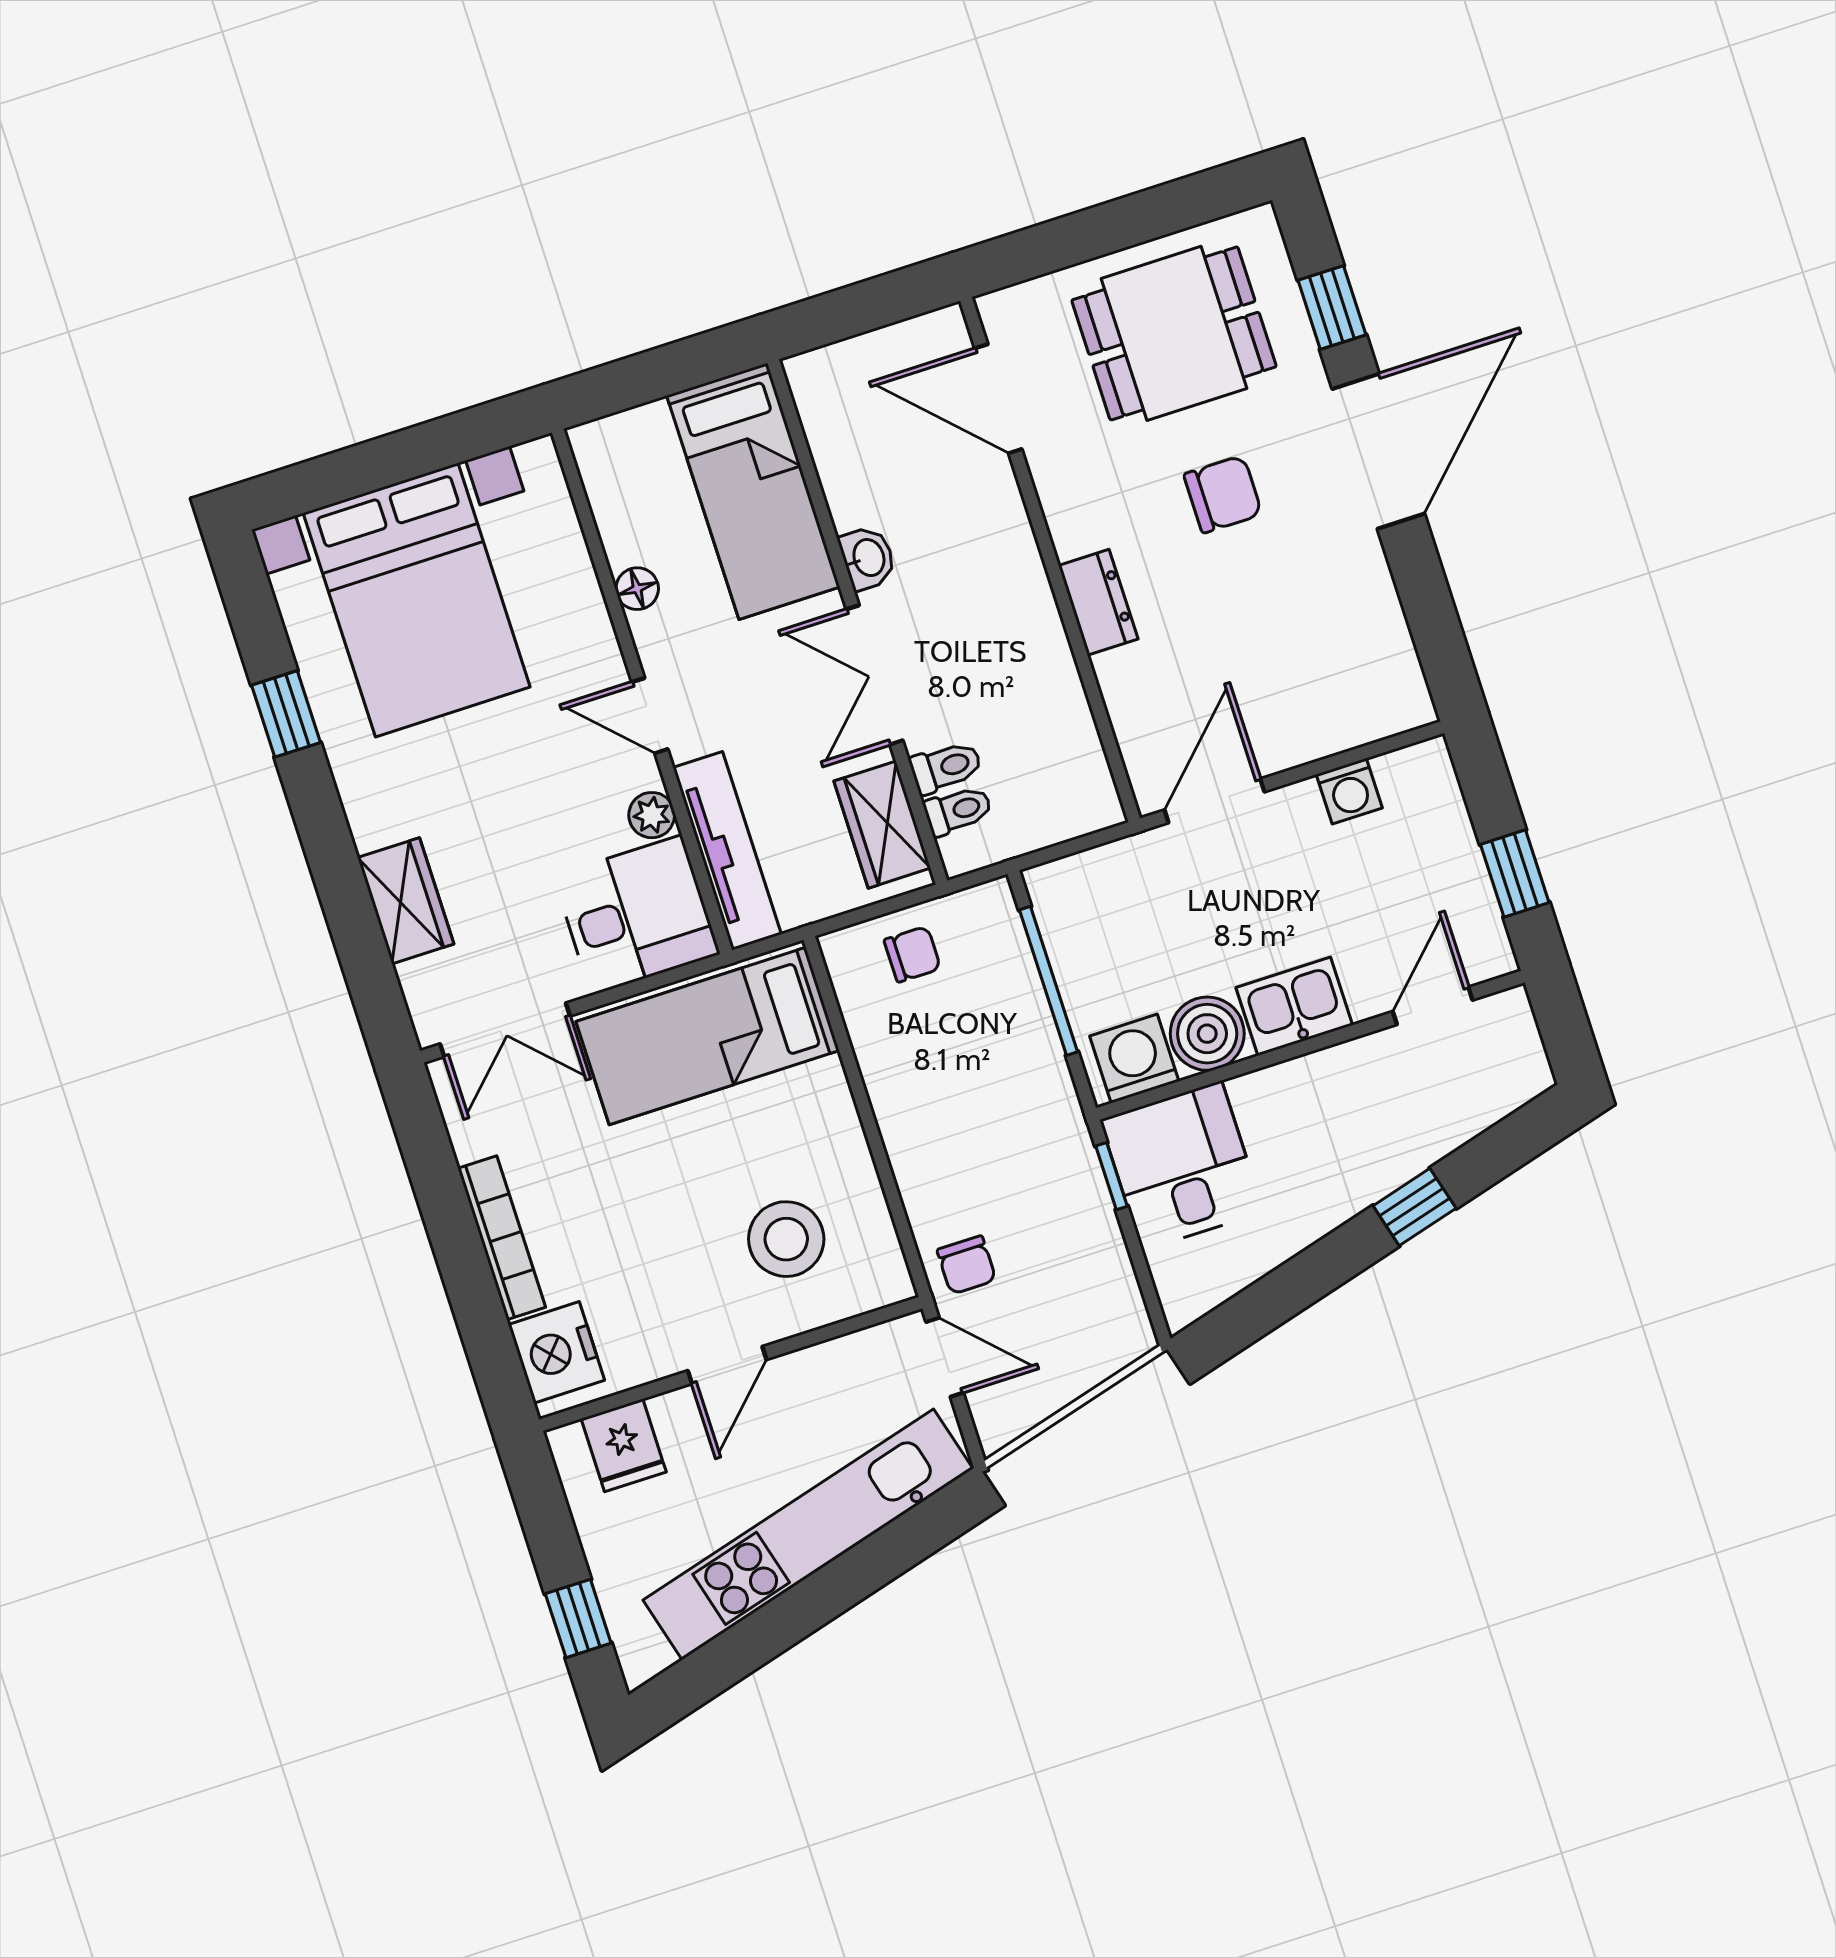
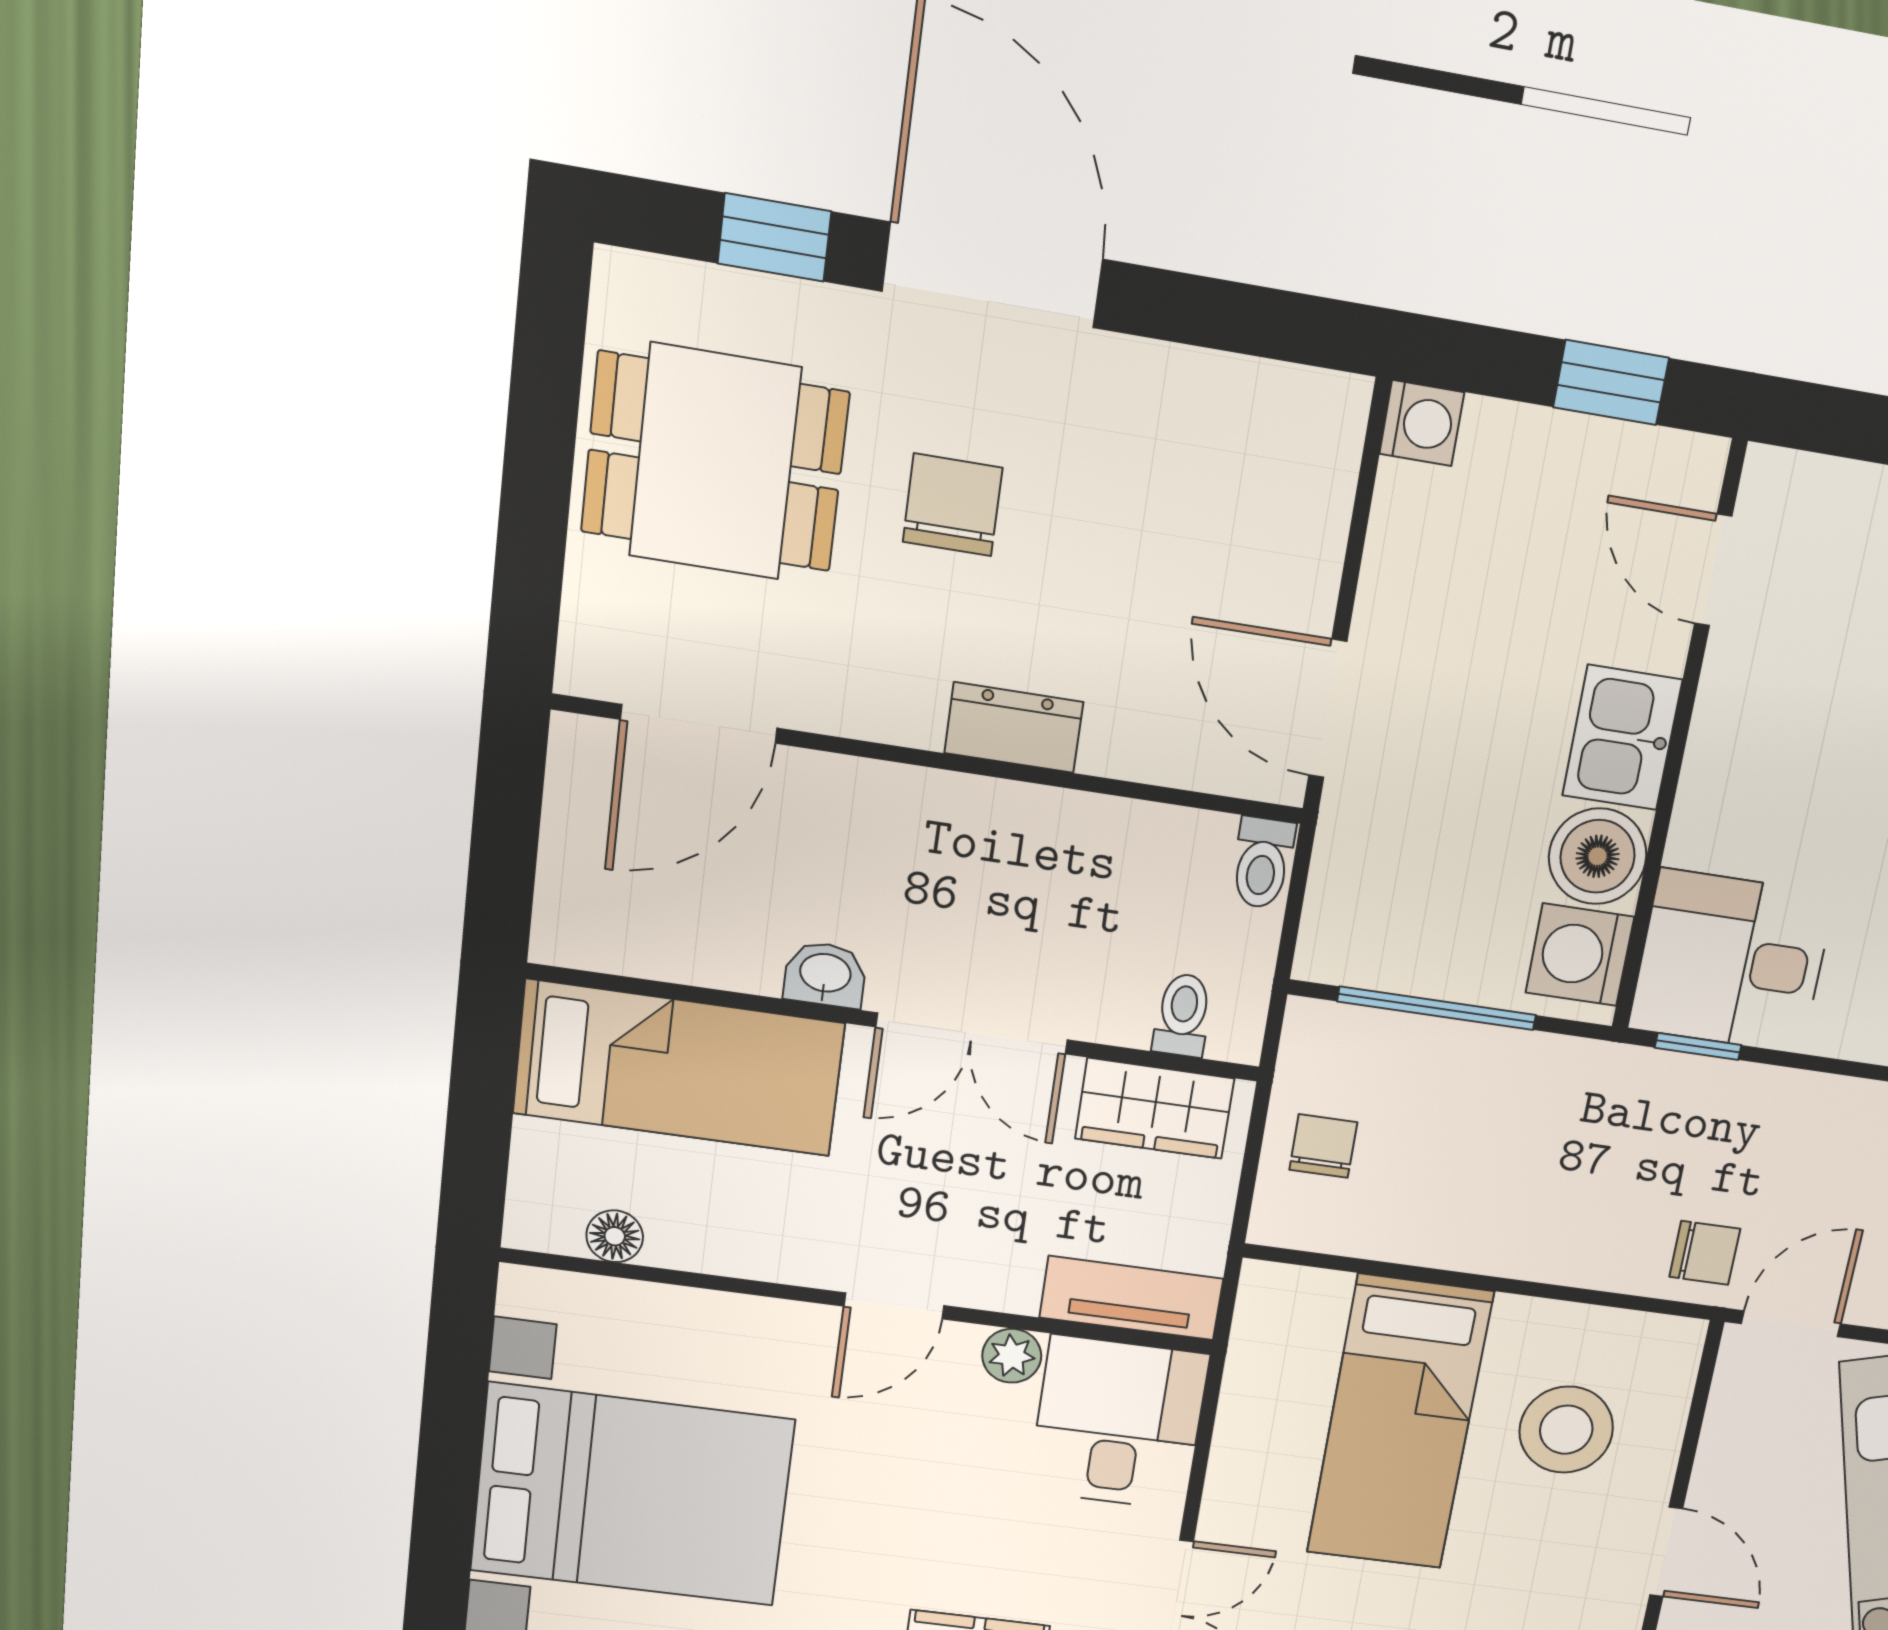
dining table: (1174, 333) -> (715, 462), turned 90
floor lamp: (637, 589) -> (615, 1236), moved
toilet: (946, 767) -> (1262, 863), moved, turned 180
washing machine: (1349, 791) -> (1422, 423), moved
tv unit: (727, 851) -> (1131, 1298), width x0.71
bed: (708, 1036) -> (1400, 1423), moved

